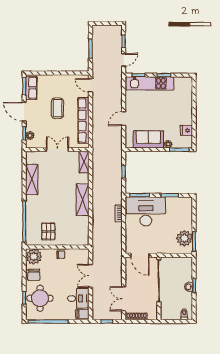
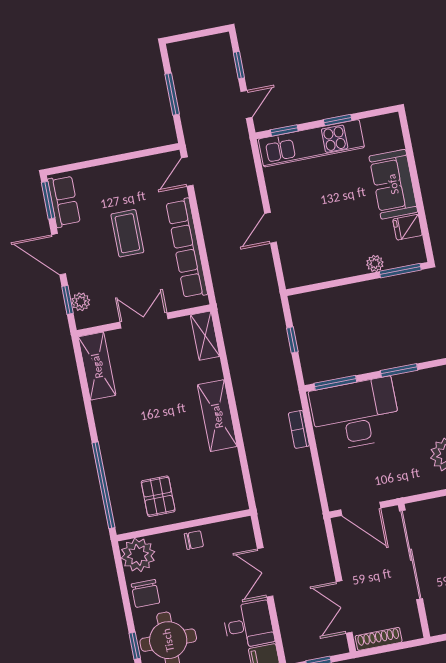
door: (90, 85) -> (187, 172), hinge flipped
sofa: (148, 139) -> (393, 184), moved, turned -90
shelving: (32, 179) -> (97, 366), moved

